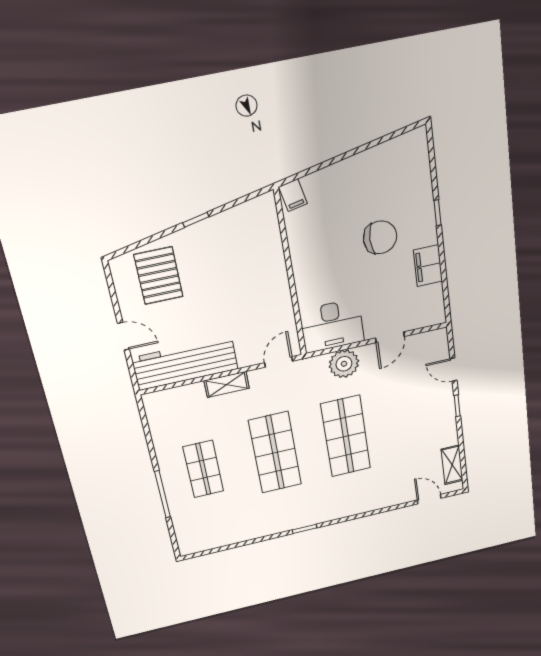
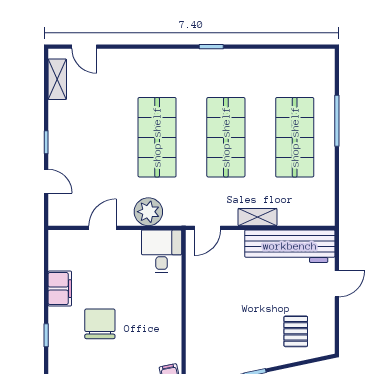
chair: (380, 237) -> (100, 324), turned 90
pallet: (158, 276) -> (296, 331), width x0.67, depth x0.71
desk: (332, 326) -> (162, 251), width x0.73
door: (123, 336) -> (337, 284), swing flipped
shop shelf: (203, 469) -> (295, 137), width x1.43, depth x1.36

